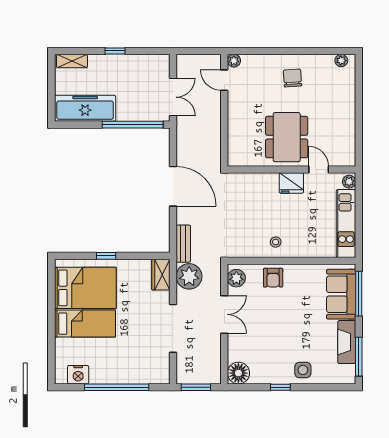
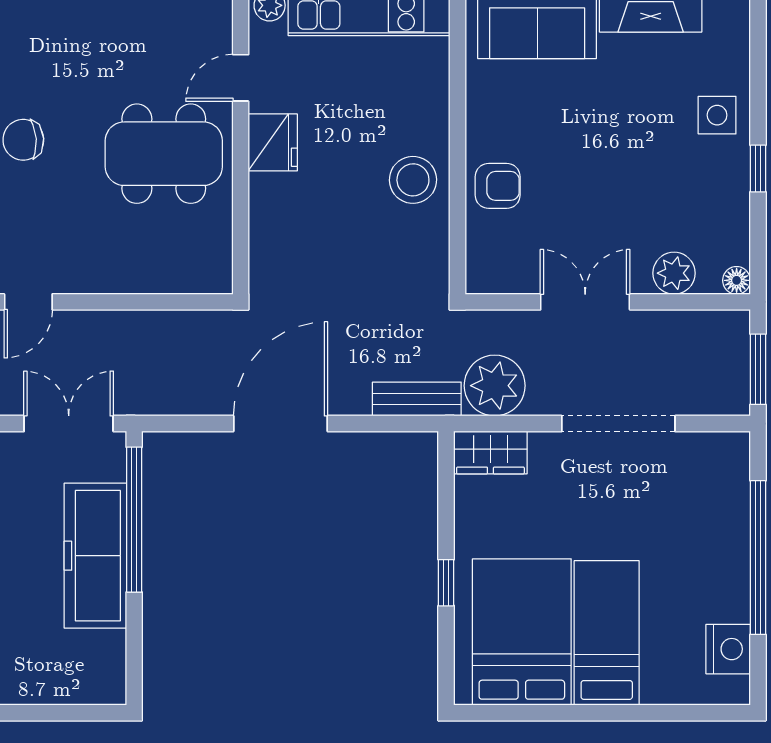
freezer: (85, 108) -> (95, 556), moved
stool: (276, 242) -> (413, 180), width x1.89, depth x1.89
plant: (236, 278) -> (674, 273), moved
floor lamp: (238, 373) -> (737, 280), width x0.53, depth x0.53

